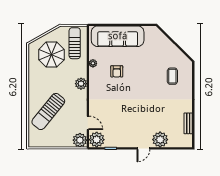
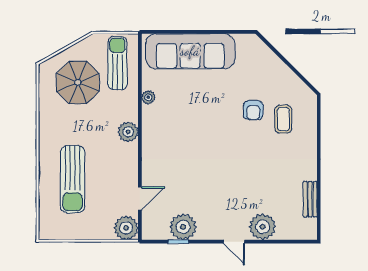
armchair: (117, 71) -> (253, 110), moved
sun lounger: (48, 112) -> (73, 179), turned -39
door: (88, 123) -> (140, 198), hinge flipped
plant: (97, 140) -> (183, 227), moved
door: (143, 148) -> (234, 242), hinge flipped

